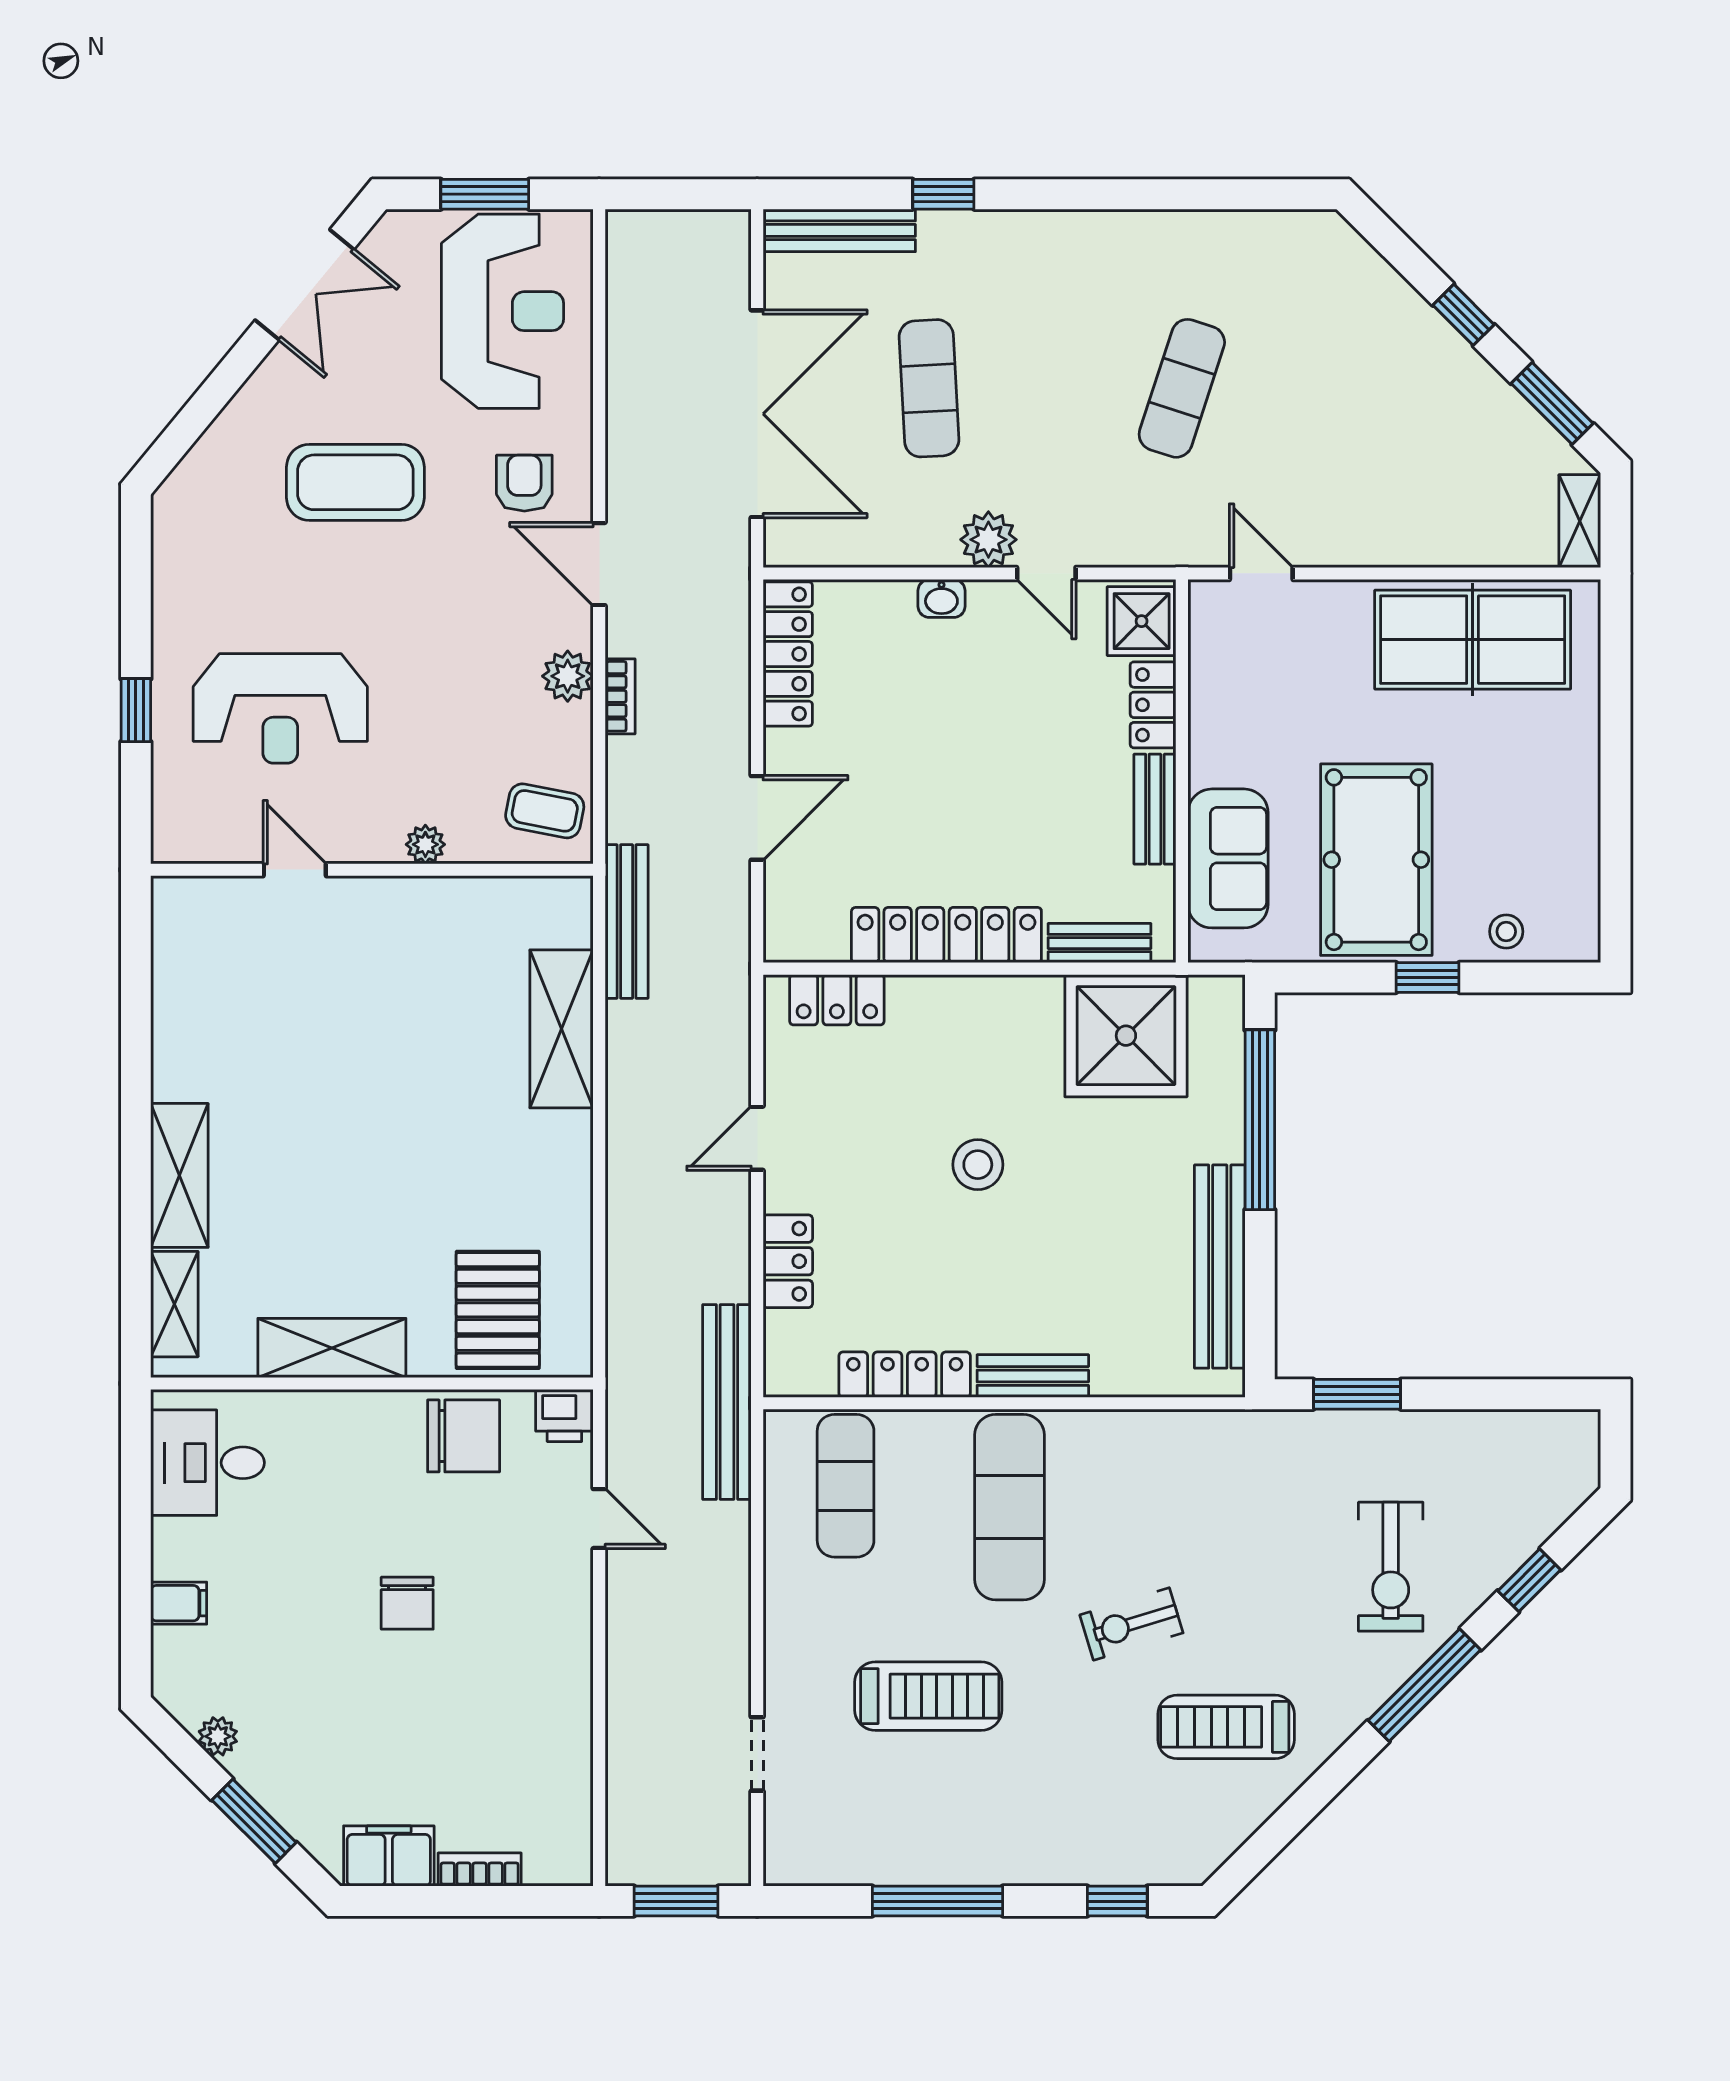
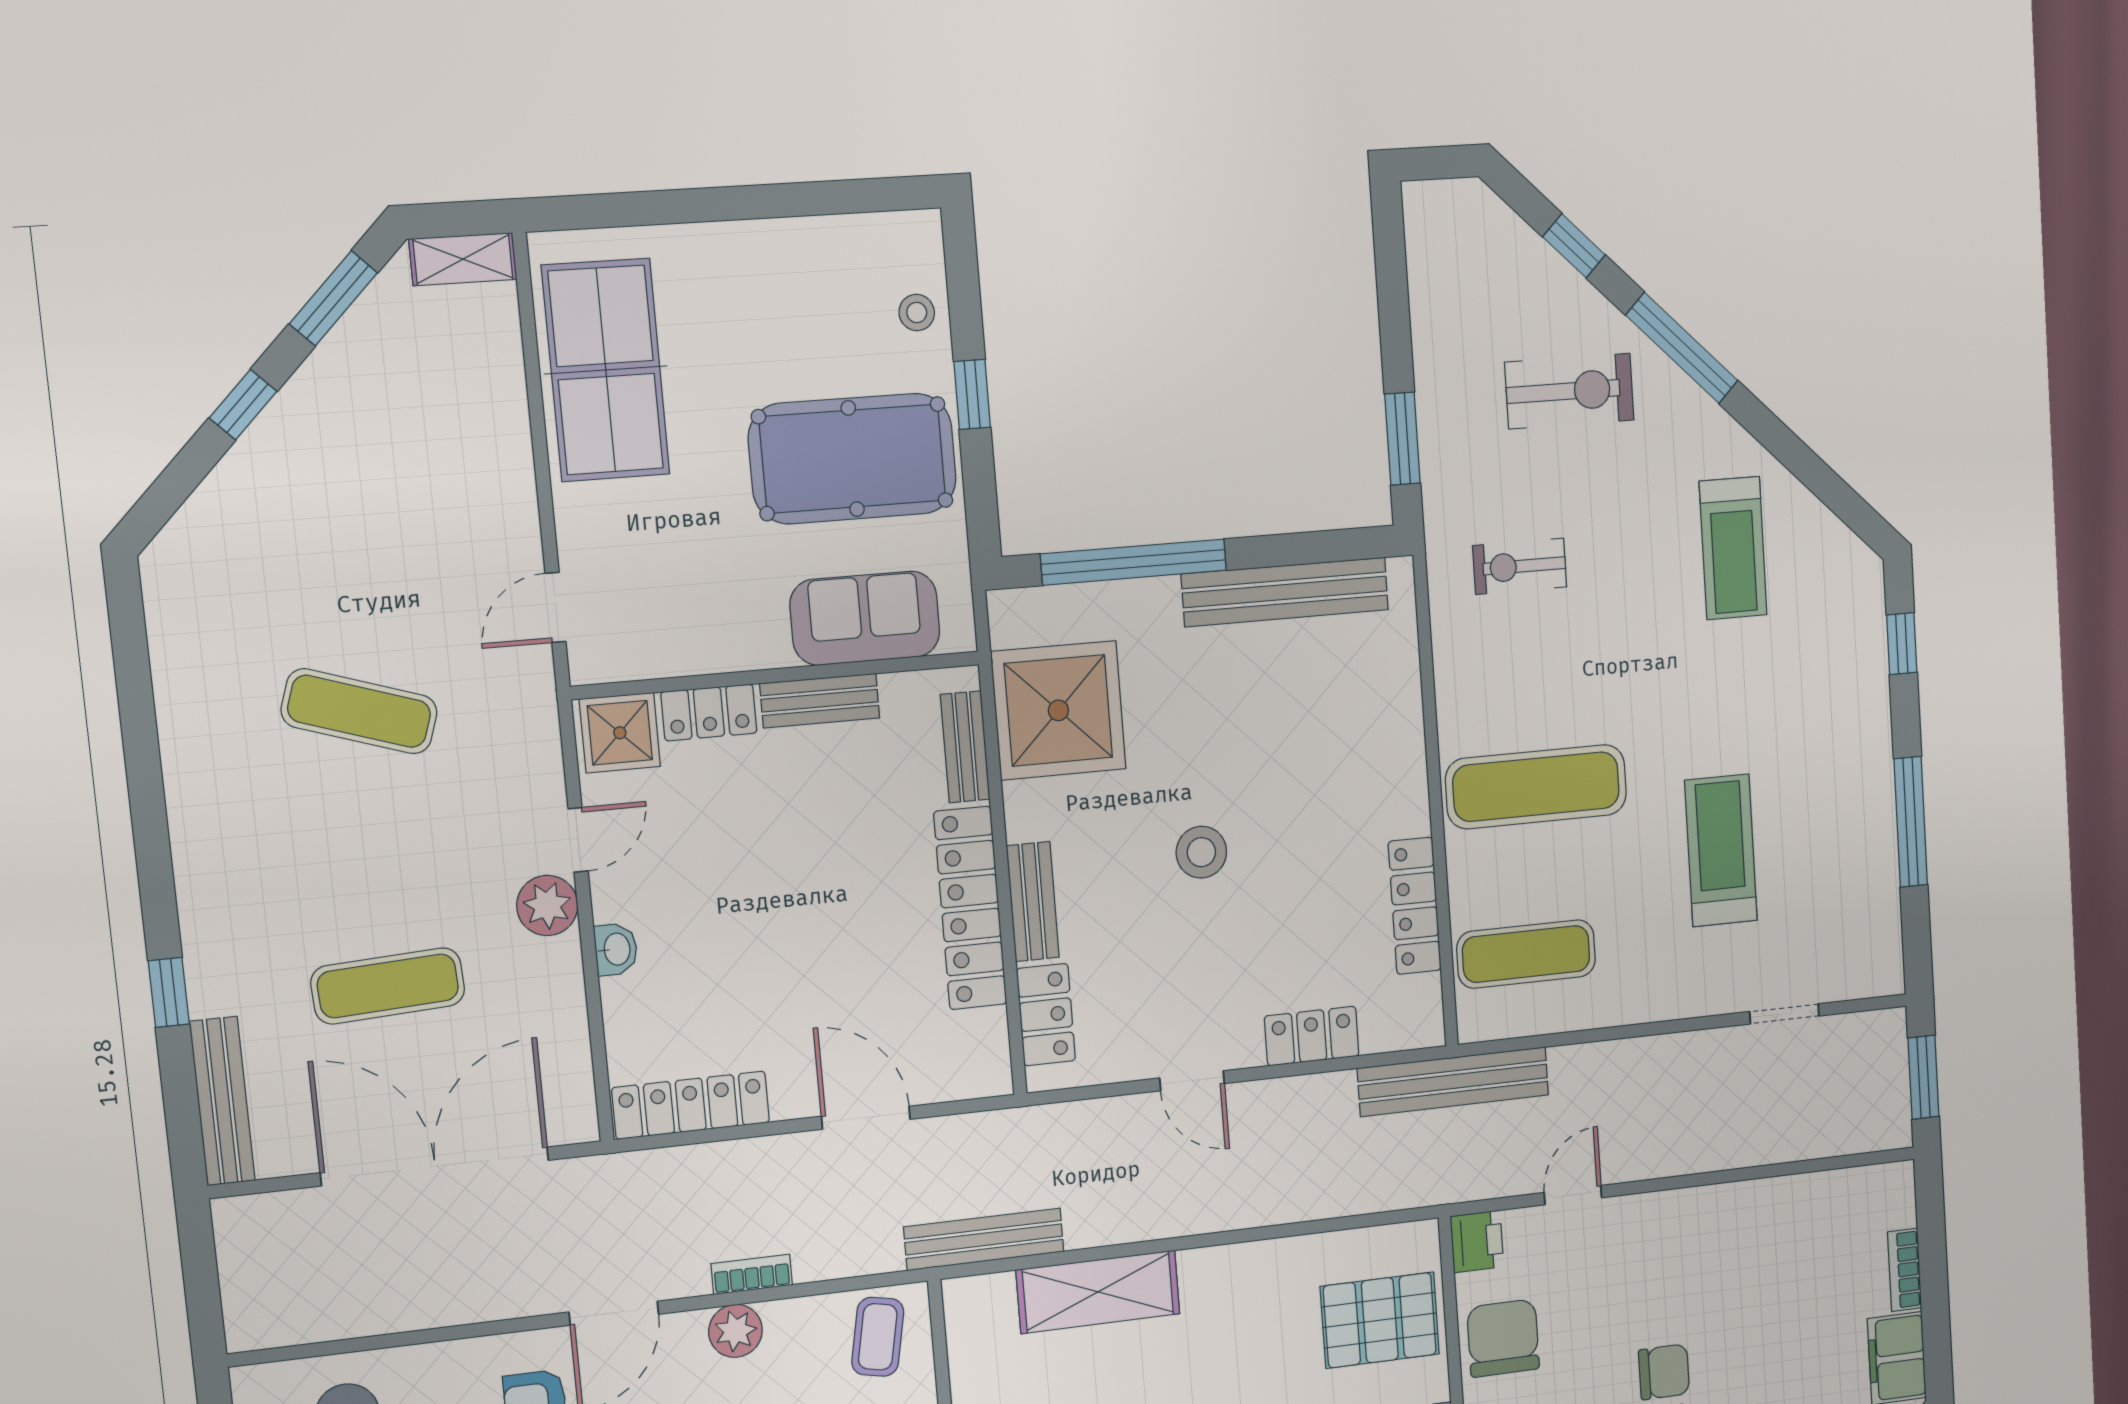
bench: (1033, 1376) -> (1033, 902), moved
exercise bike: (1131, 1624) -> (1520, 566), moved, turned 107

